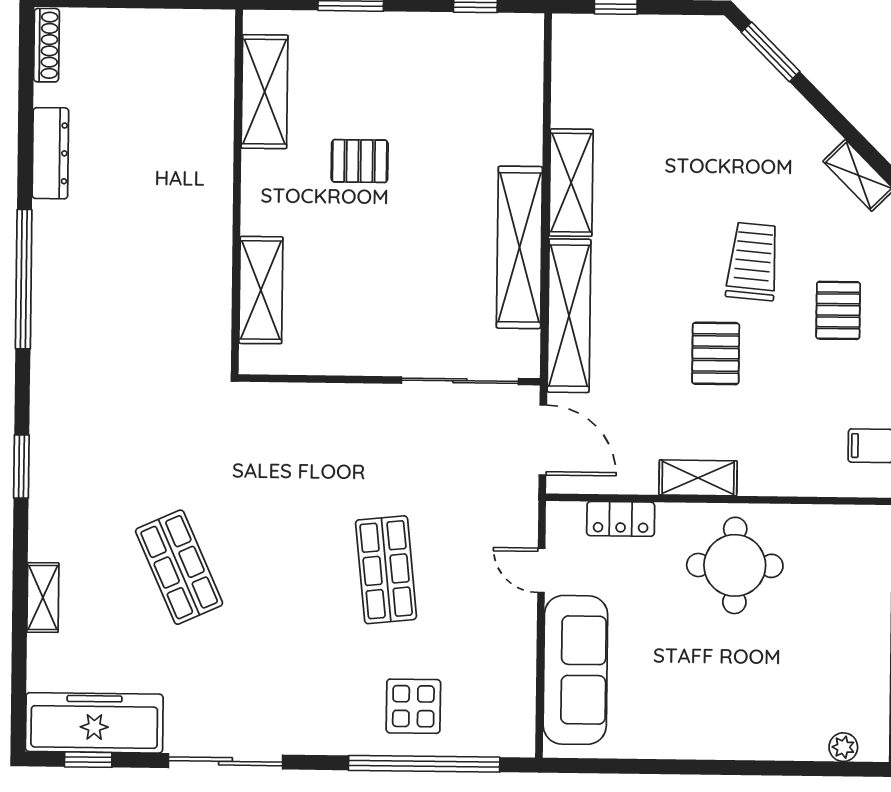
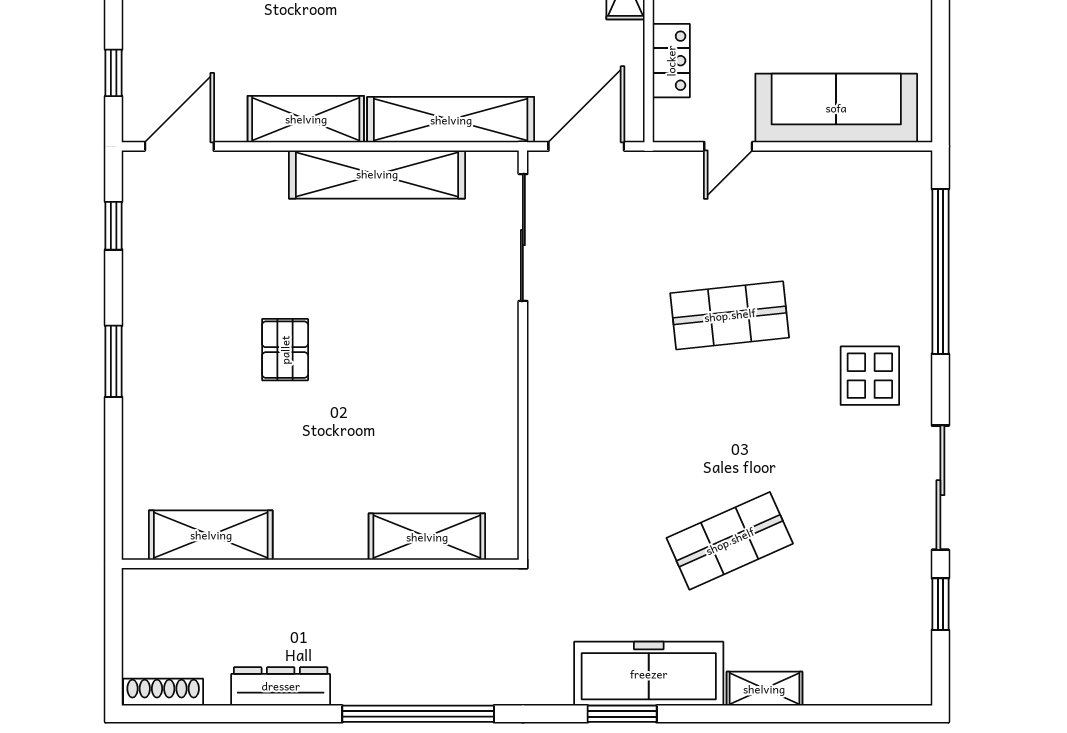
door: (547, 66) -> (179, 146), added
shelving: (265, 92) -> (211, 535), moved
wall: (237, 192) -> (320, 564), moved
shelving: (261, 290) -> (427, 537), moved
display table: (413, 706) -> (870, 376), moved
freezer: (94, 723) -> (649, 674), moved, turned 90
window: (88, 760) -> (940, 604), moved

